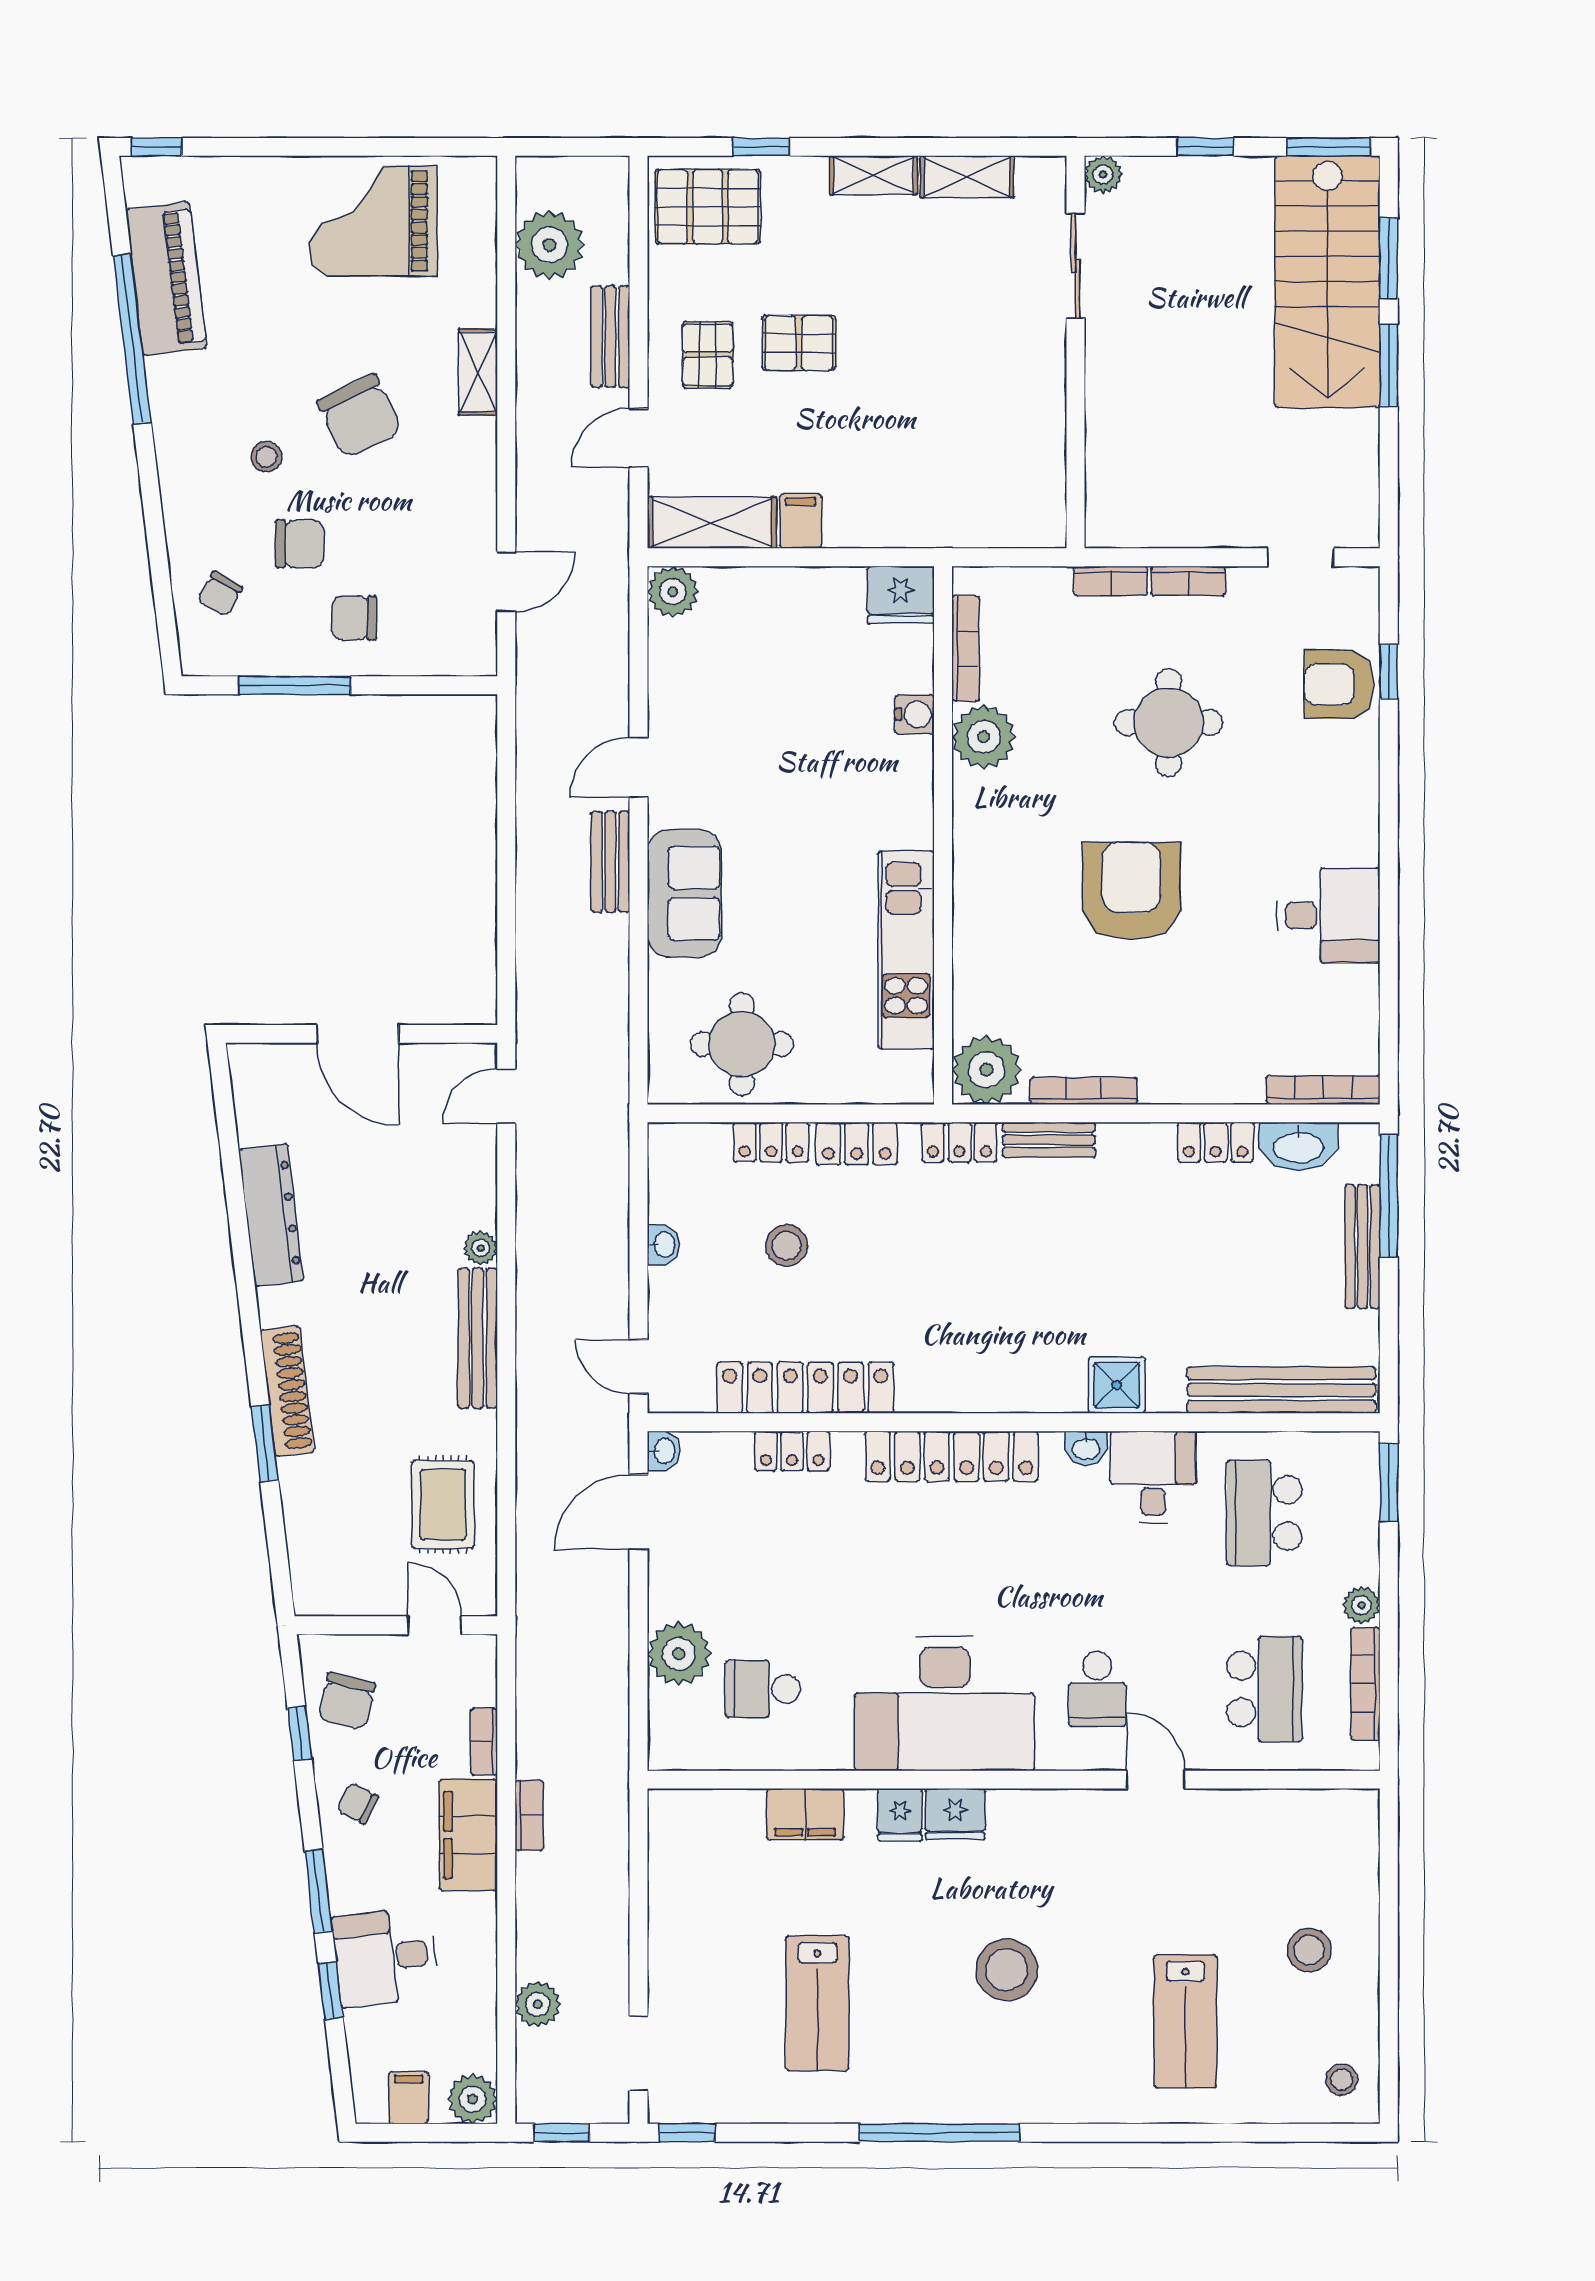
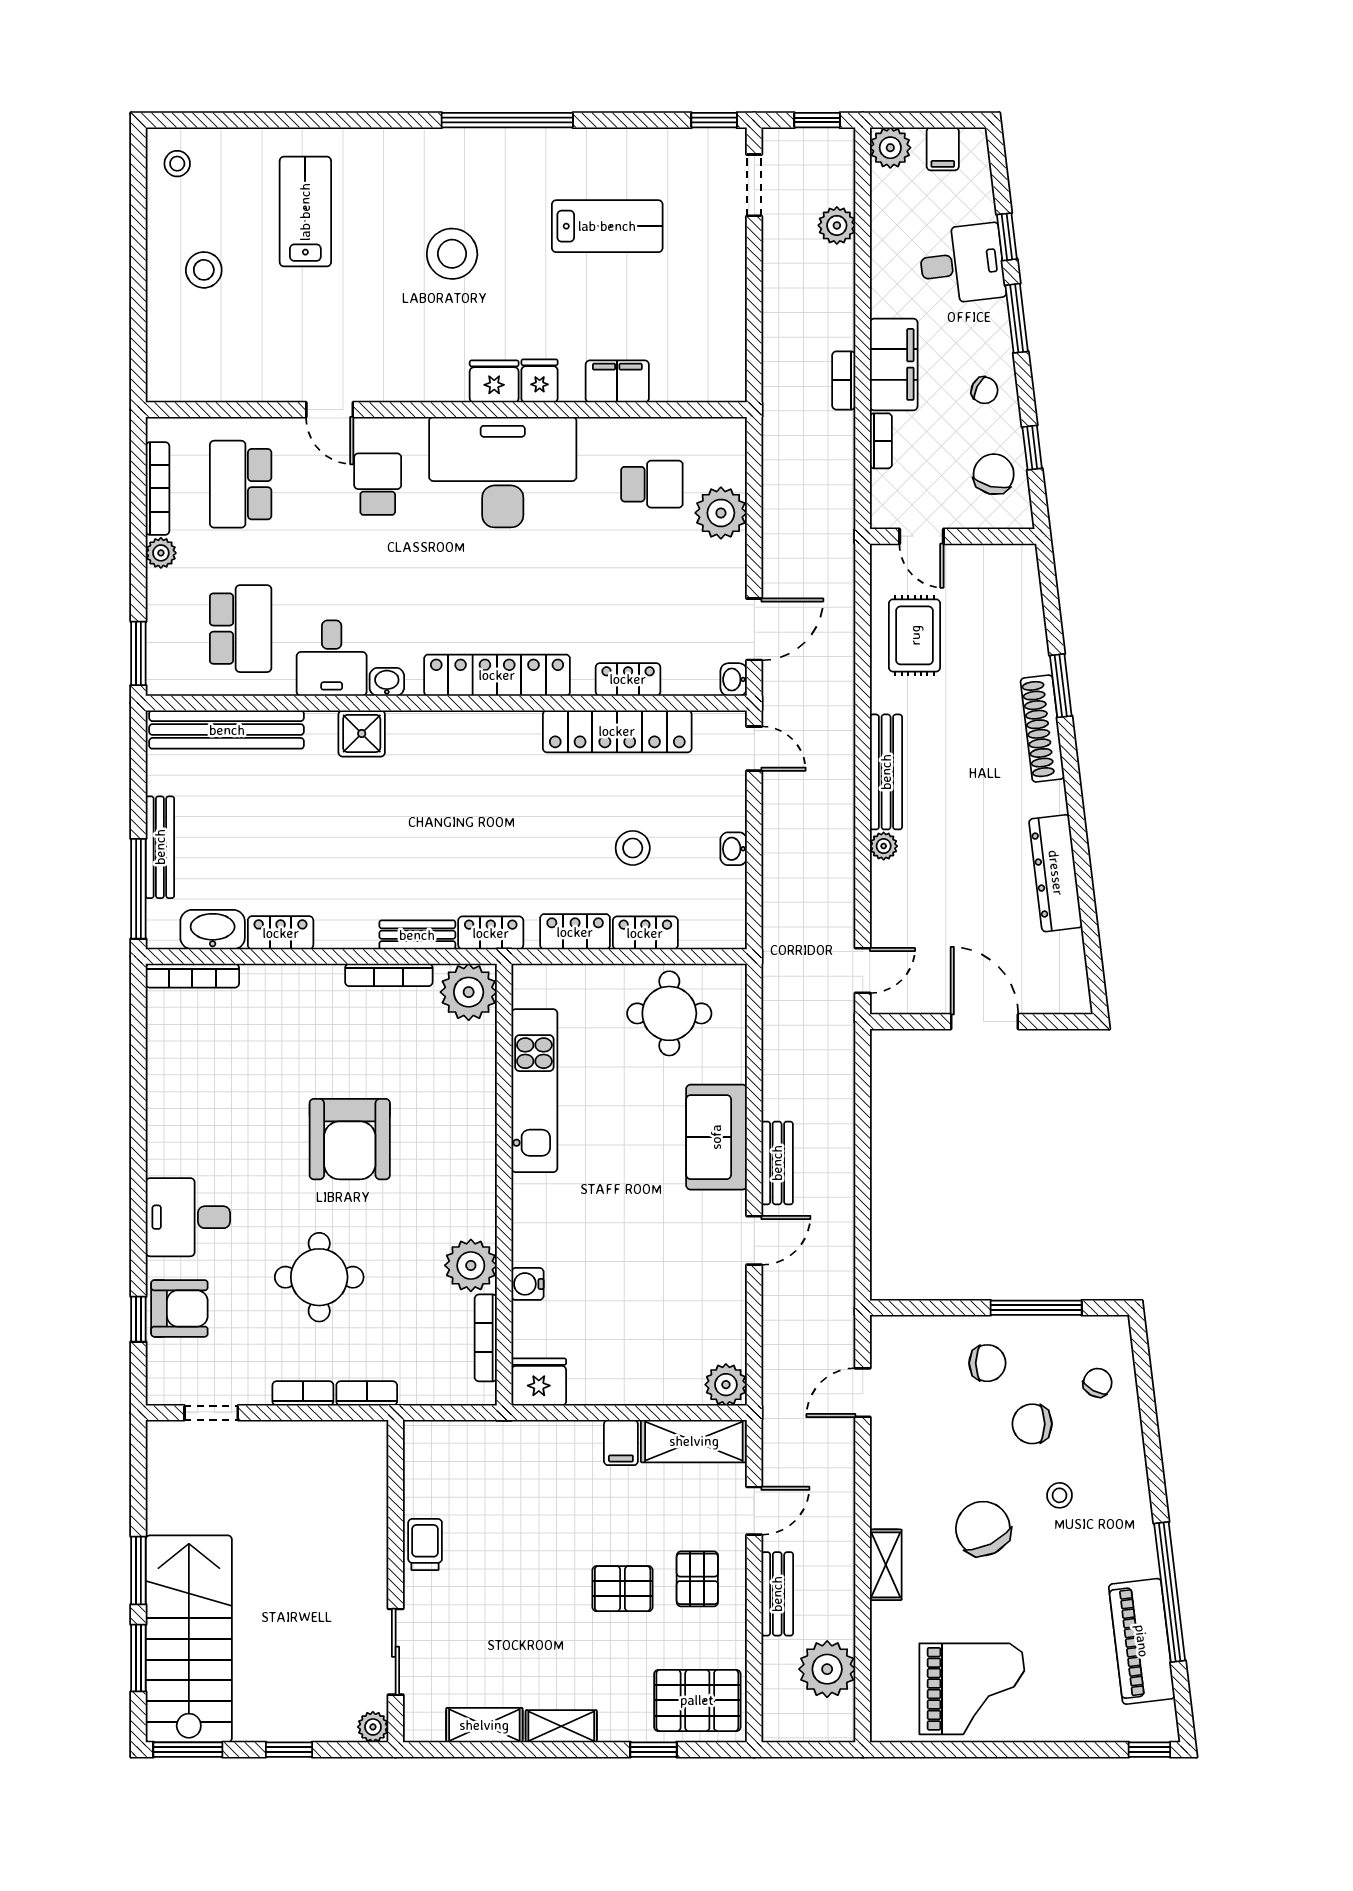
trolley: (1040, 397) -> (425, 1544), added
desk: (1329, 915) -> (188, 1217), moved
lab bench: (817, 2003) -> (607, 226), turned 90

